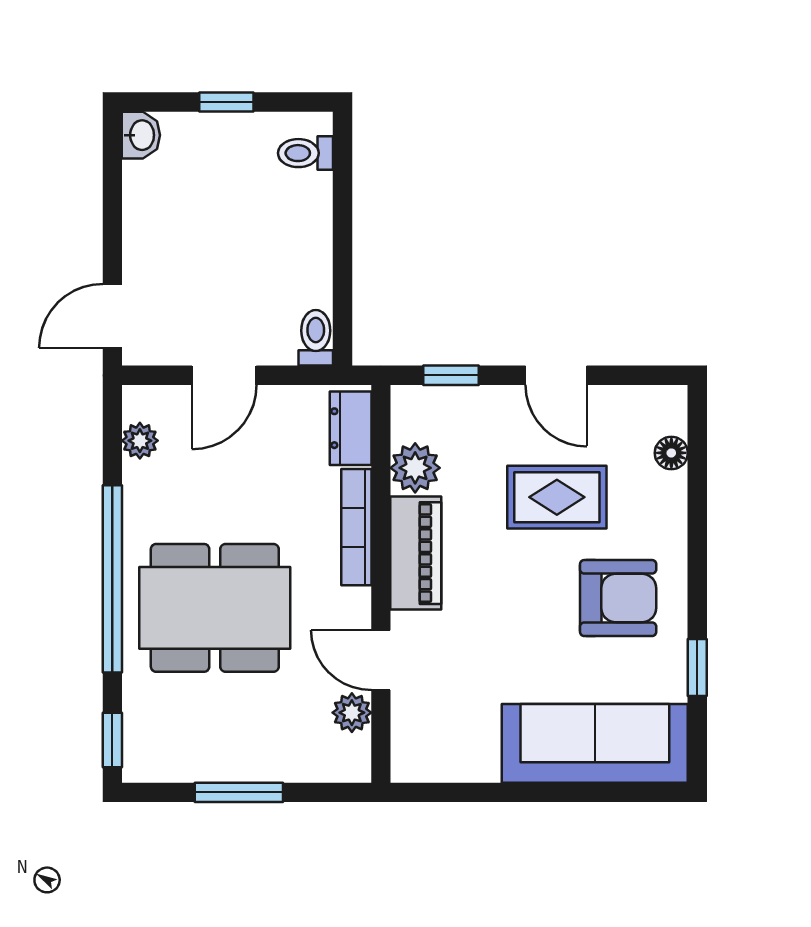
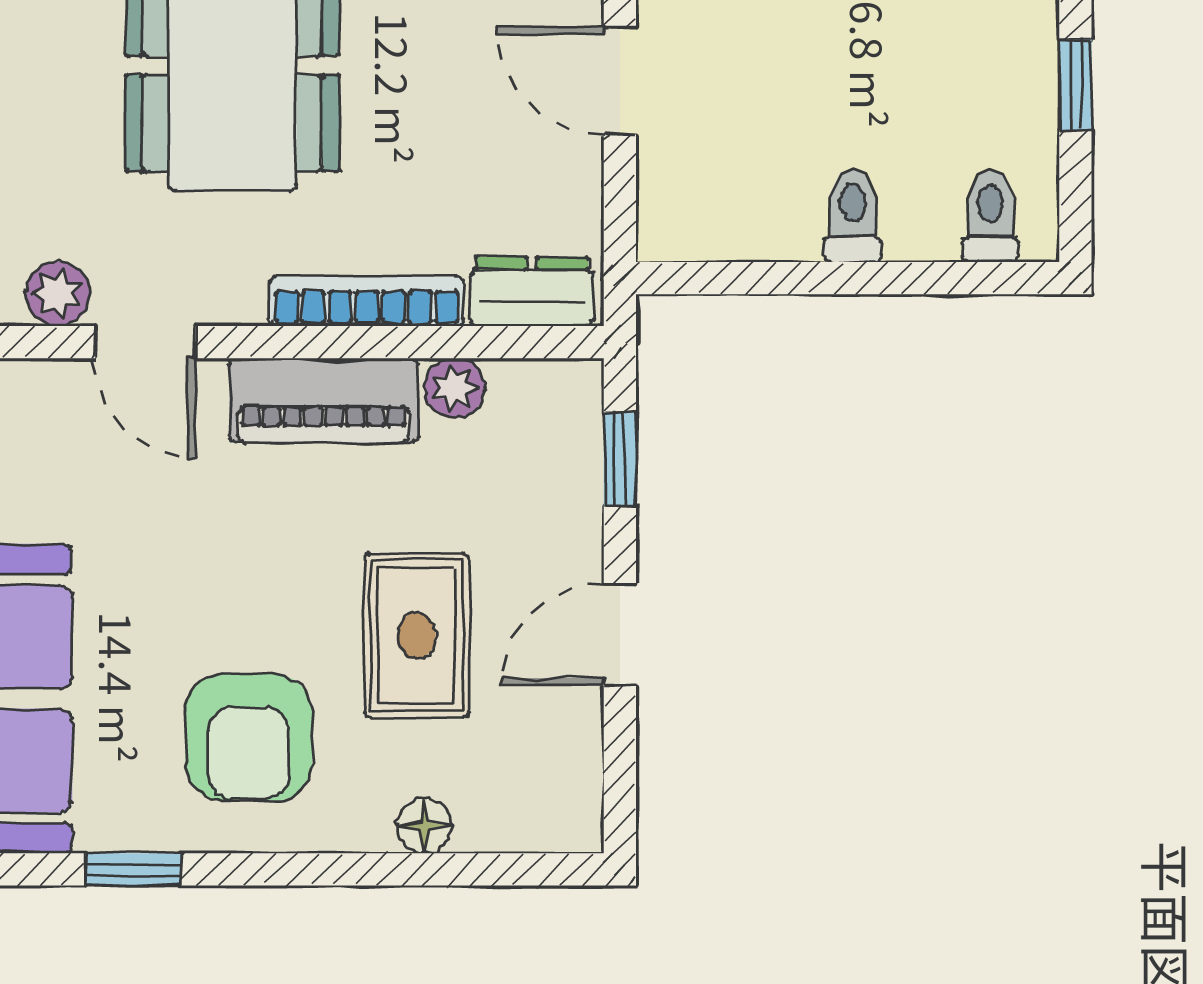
toilet: (316, 338) -> (853, 216), moved, turned -90
floor lamp: (671, 453) -> (424, 826), moved
plant: (415, 468) -> (454, 388), width x0.73, depth x0.73
door: (381, 660) -> (145, 342), swing flipped

